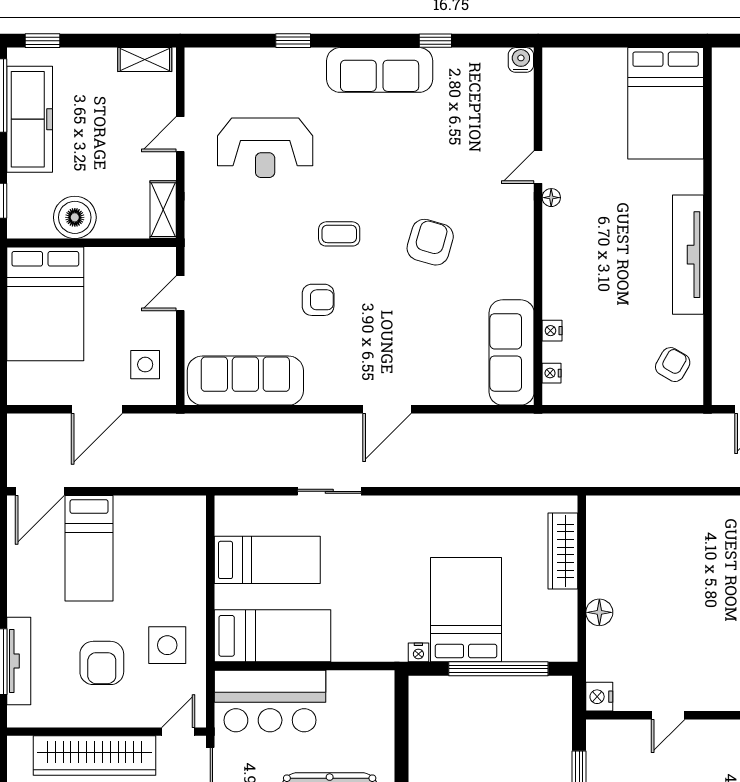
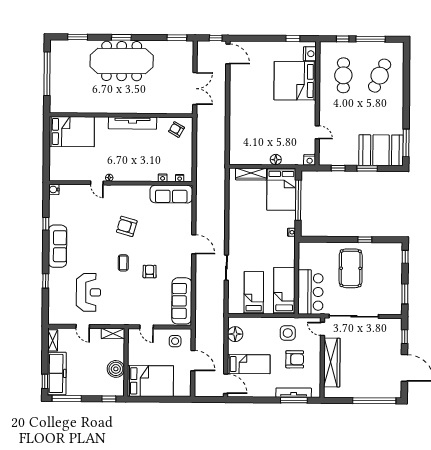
freezer: (30, 119) -> (57, 373), moved, turned 90
floor lamp: (164, 514) -> (235, 334), added
bed: (466, 610) -> (281, 189), moved, turned -90

